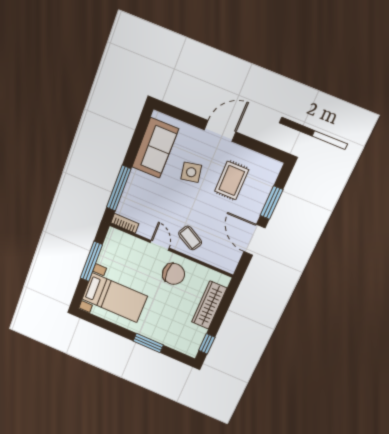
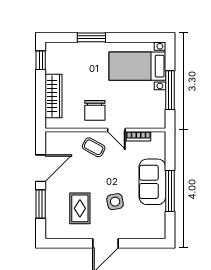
sofa: (155, 148) -> (152, 182), moved
window: (119, 188) -> (170, 191), moved
bookcase: (125, 223) -> (138, 136), moved
door: (254, 240) -> (41, 168), hinge flipped
chair: (173, 274) -> (95, 110), turned -90

